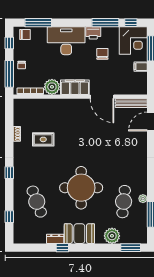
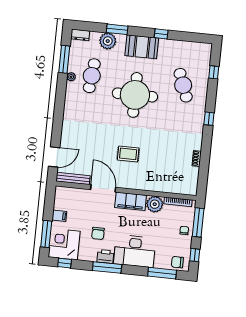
window: (105, 23) -> (107, 267), moved
rug: (43, 139) -> (128, 154), moved
dresser: (55, 239) -> (80, 35), moved
window: (131, 248) -> (117, 29), moved

